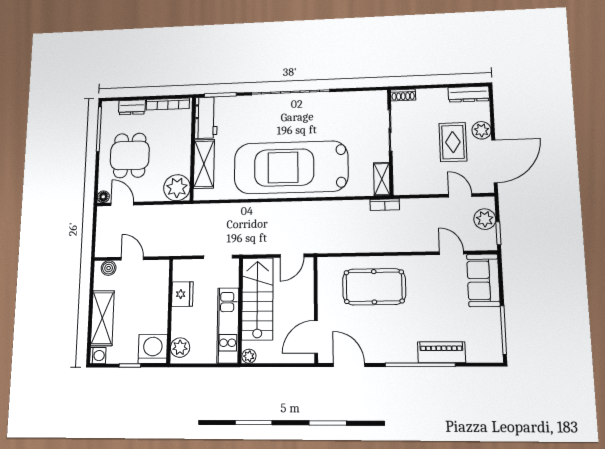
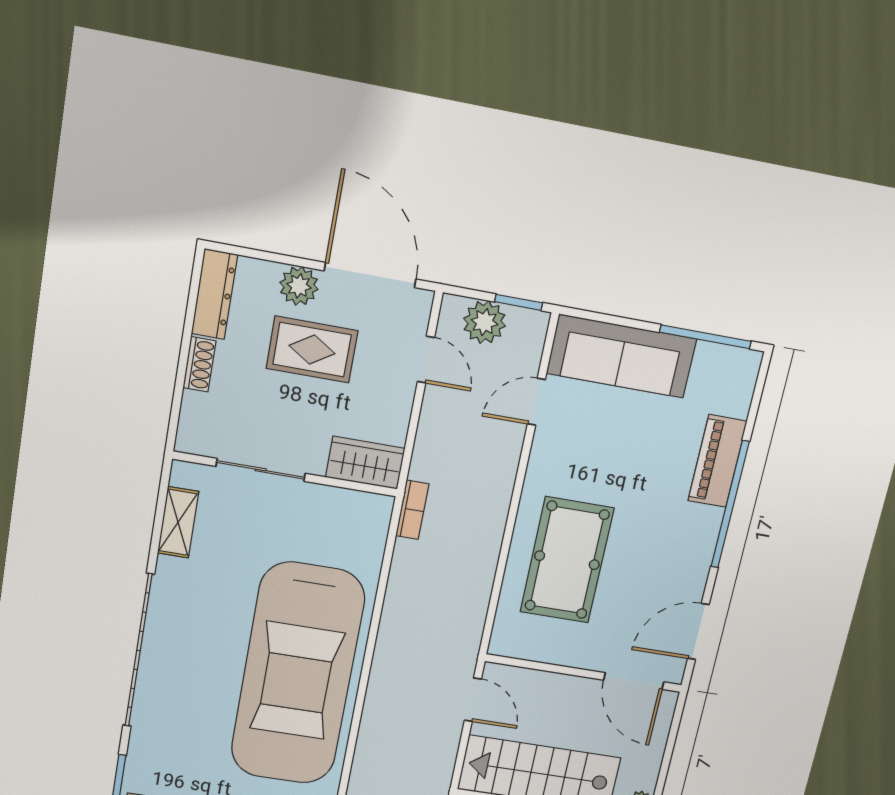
shoe rack: (403, 95) -> (199, 364), moved
wardrobe: (404, 178) -> (365, 463), added
shelving: (382, 179) -> (178, 522), moved, turned 90
door: (460, 195) -> (426, 360), swing flipped
sofa: (483, 280) -> (621, 356), width x1.36

